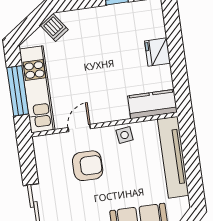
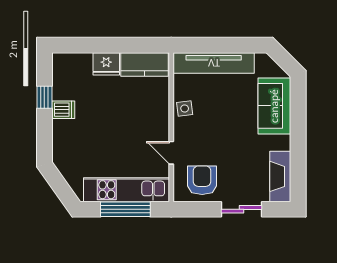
dishwasher: (54, 28) -> (63, 110), moved, turned 35
kitchen counter: (152, 104) -> (145, 64), moved, turned -90
armchair: (88, 166) -> (202, 180), moved

